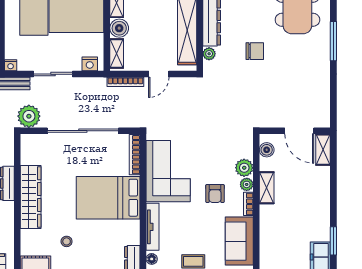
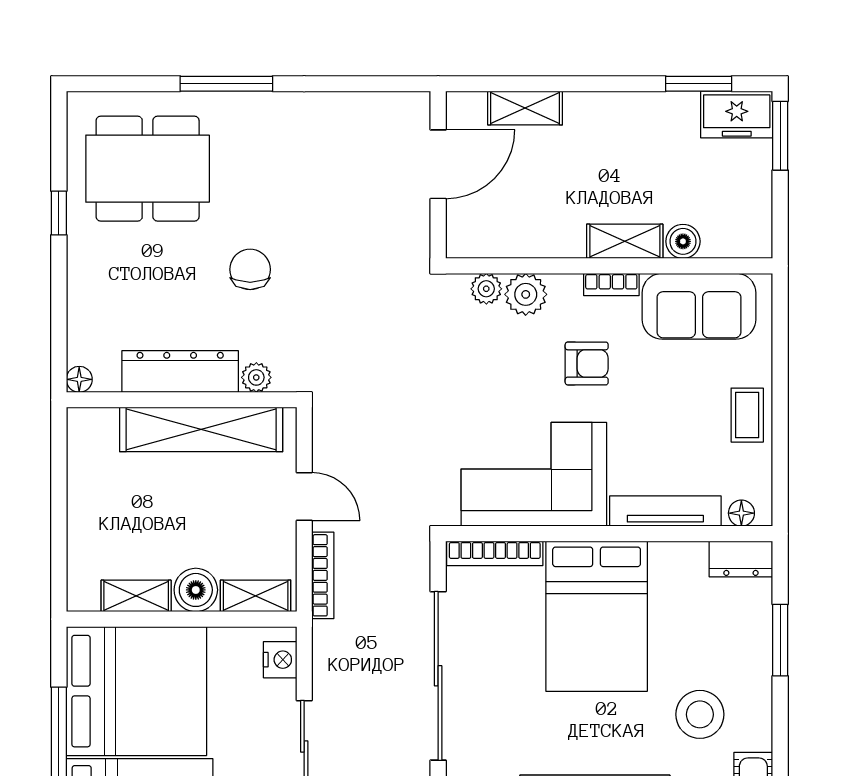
boiler: (267, 150) -> (683, 241), moved
shelving: (323, 150) -> (525, 108), moved
plant: (247, 184) -> (486, 289), moved
shelving: (267, 188) -> (625, 241), moved
stool: (67, 241) -> (700, 714), width x1.89, depth x1.89

